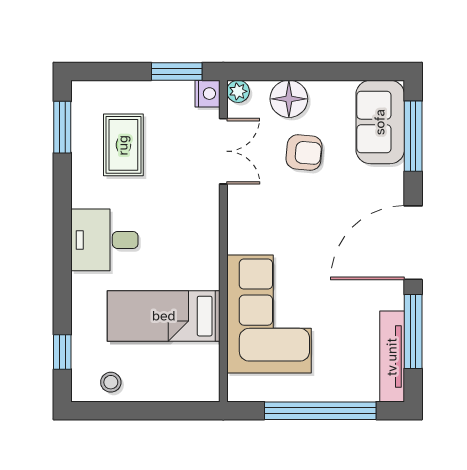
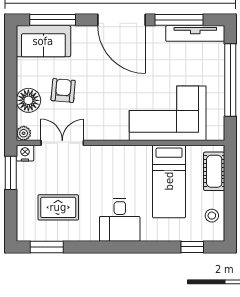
cot: (179, 386) -> (214, 171), added

